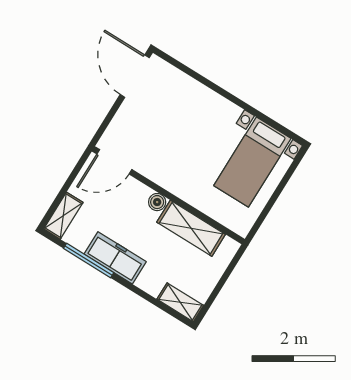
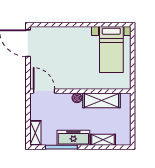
door: (114, 162) -> (44, 91), swing flipped
shelving: (180, 302) -> (103, 140), moved

